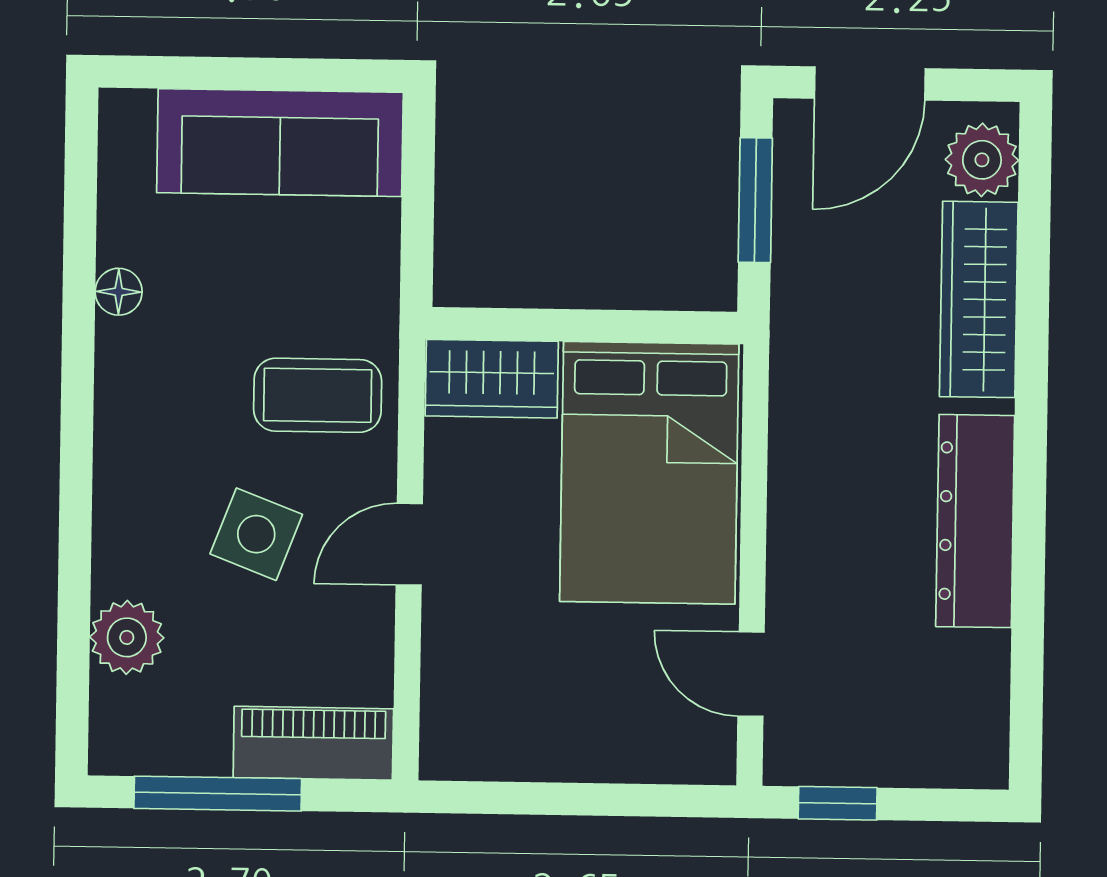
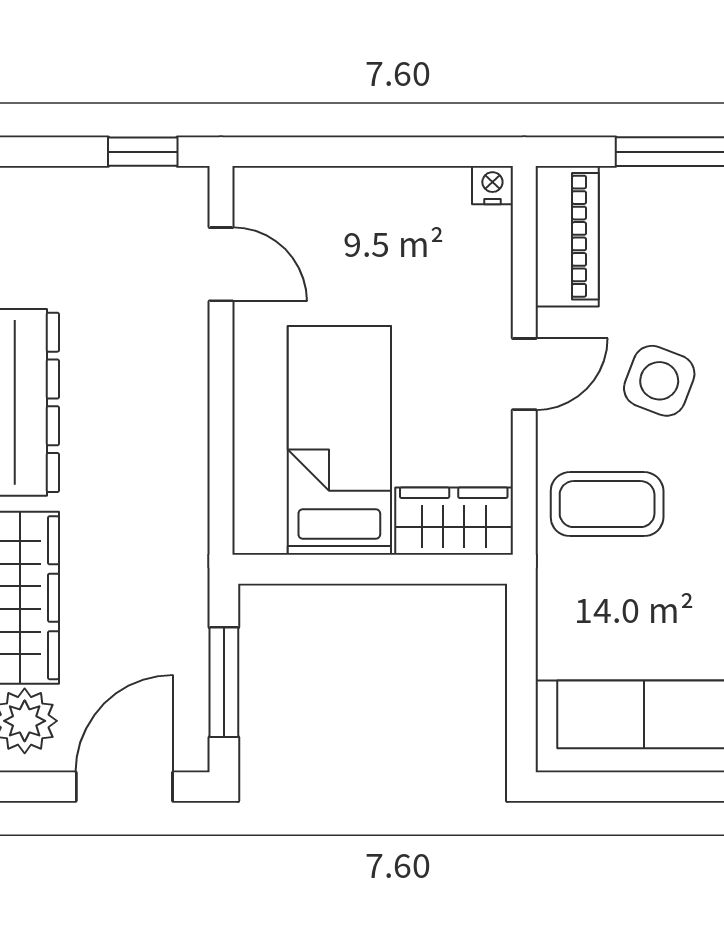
bed: (649, 473) -> (339, 440), width x0.67
piano: (313, 743) -> (567, 236), moved, turned -90
nightstand: (442, 759) -> (492, 185), added

